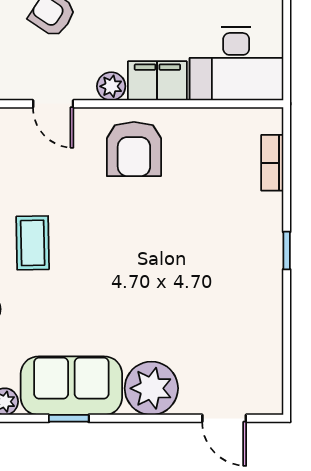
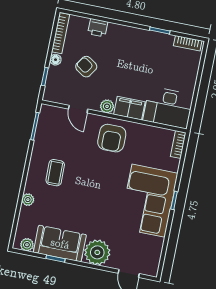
bookcase: (272, 163) -> (178, 145), moved
corner sofa: (235, 262) -> (148, 201), added

